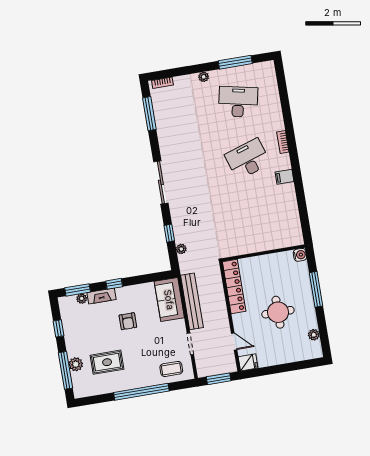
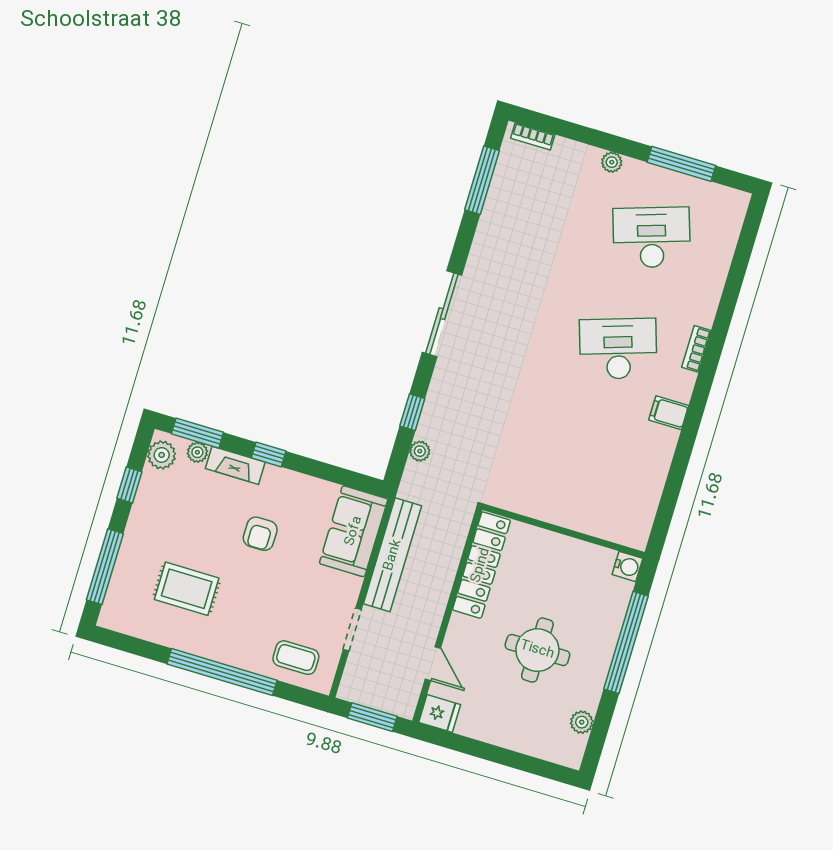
desk: (238, 102) -> (652, 237), turned -30
window: (316, 289) -> (626, 643), width x1.46
plant: (76, 364) -> (162, 455), moved

